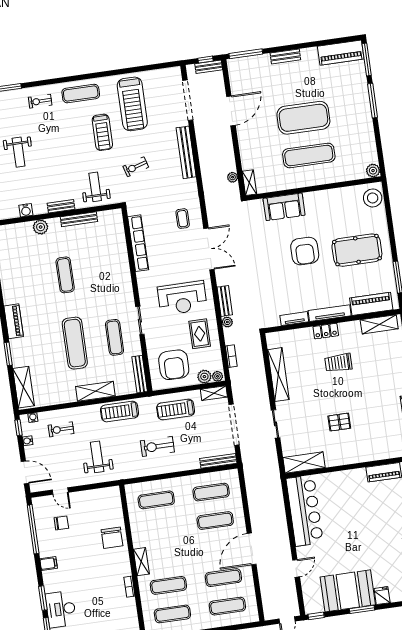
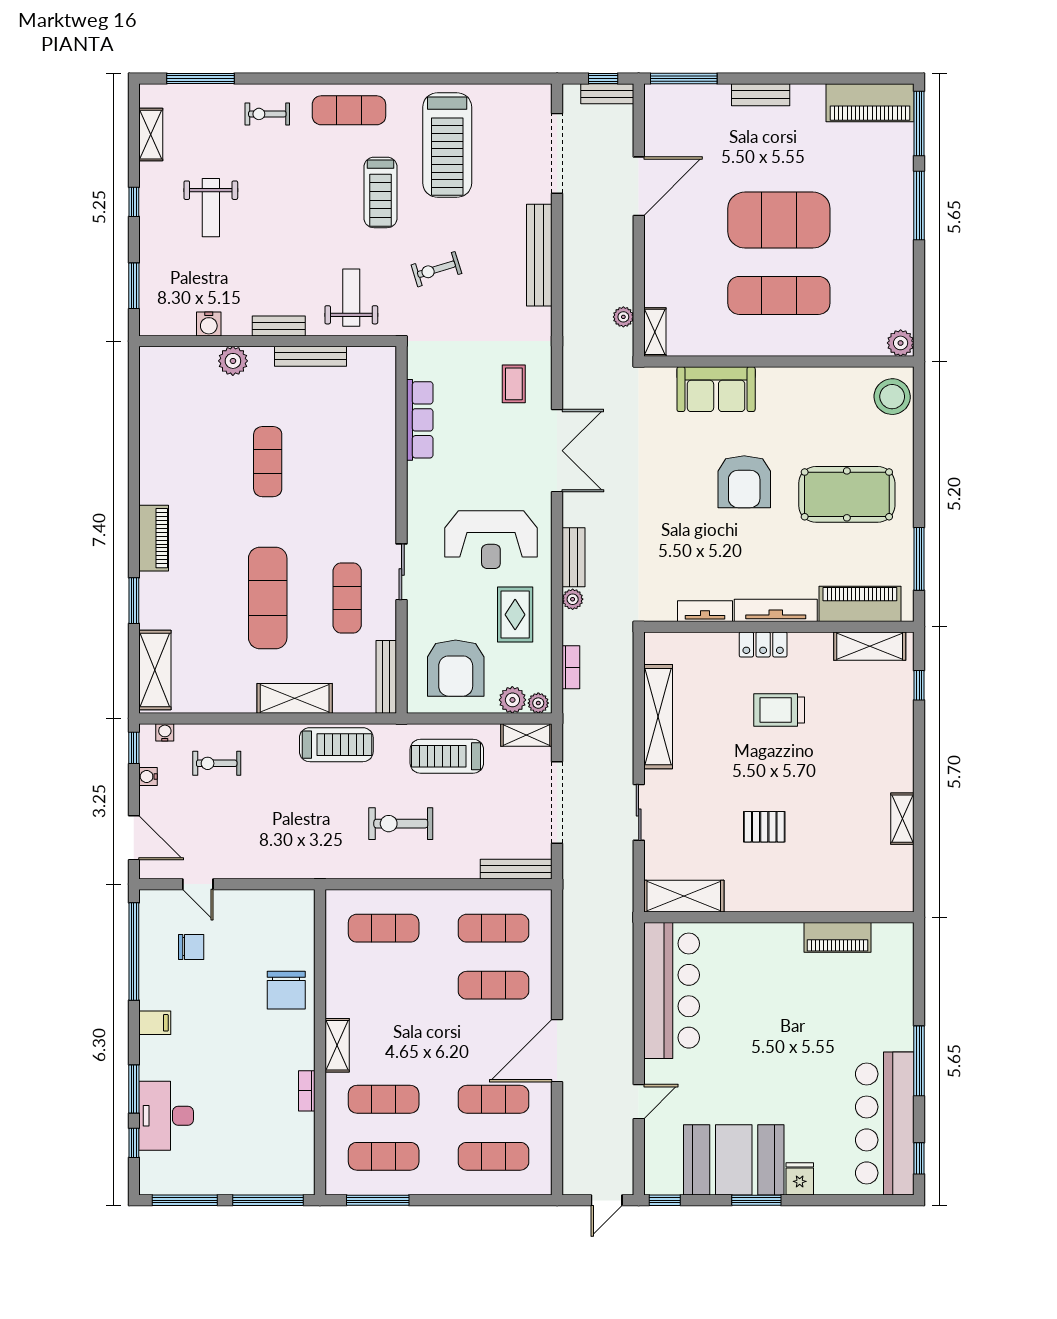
row of seats: (138, 243) -> (420, 420), width x0.73
treadmill: (120, 412) -> (336, 745), turned 180
weight bench: (97, 457) -> (280, 828), removed

